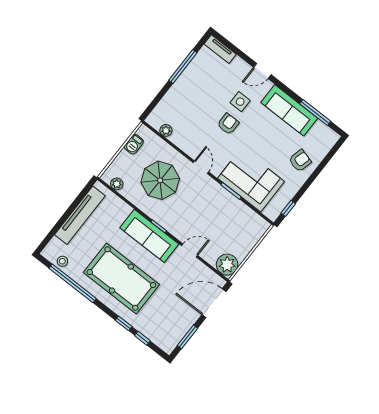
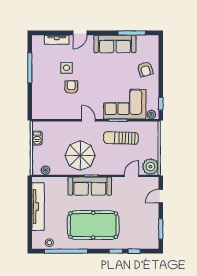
tv unit: (220, 49) -> (57, 40), moved
side table: (240, 102) -> (67, 68), moved
armchair: (228, 124) -> (71, 87), moved
plant: (166, 130) -> (151, 115), moved
armchair: (300, 161) -> (145, 69), turned 148
parasol: (160, 180) -> (80, 156), moved
sun lounger: (220, 211) -> (121, 138), added
door: (190, 250) -> (132, 176), moved
door: (214, 303) -> (161, 196), width x0.53

